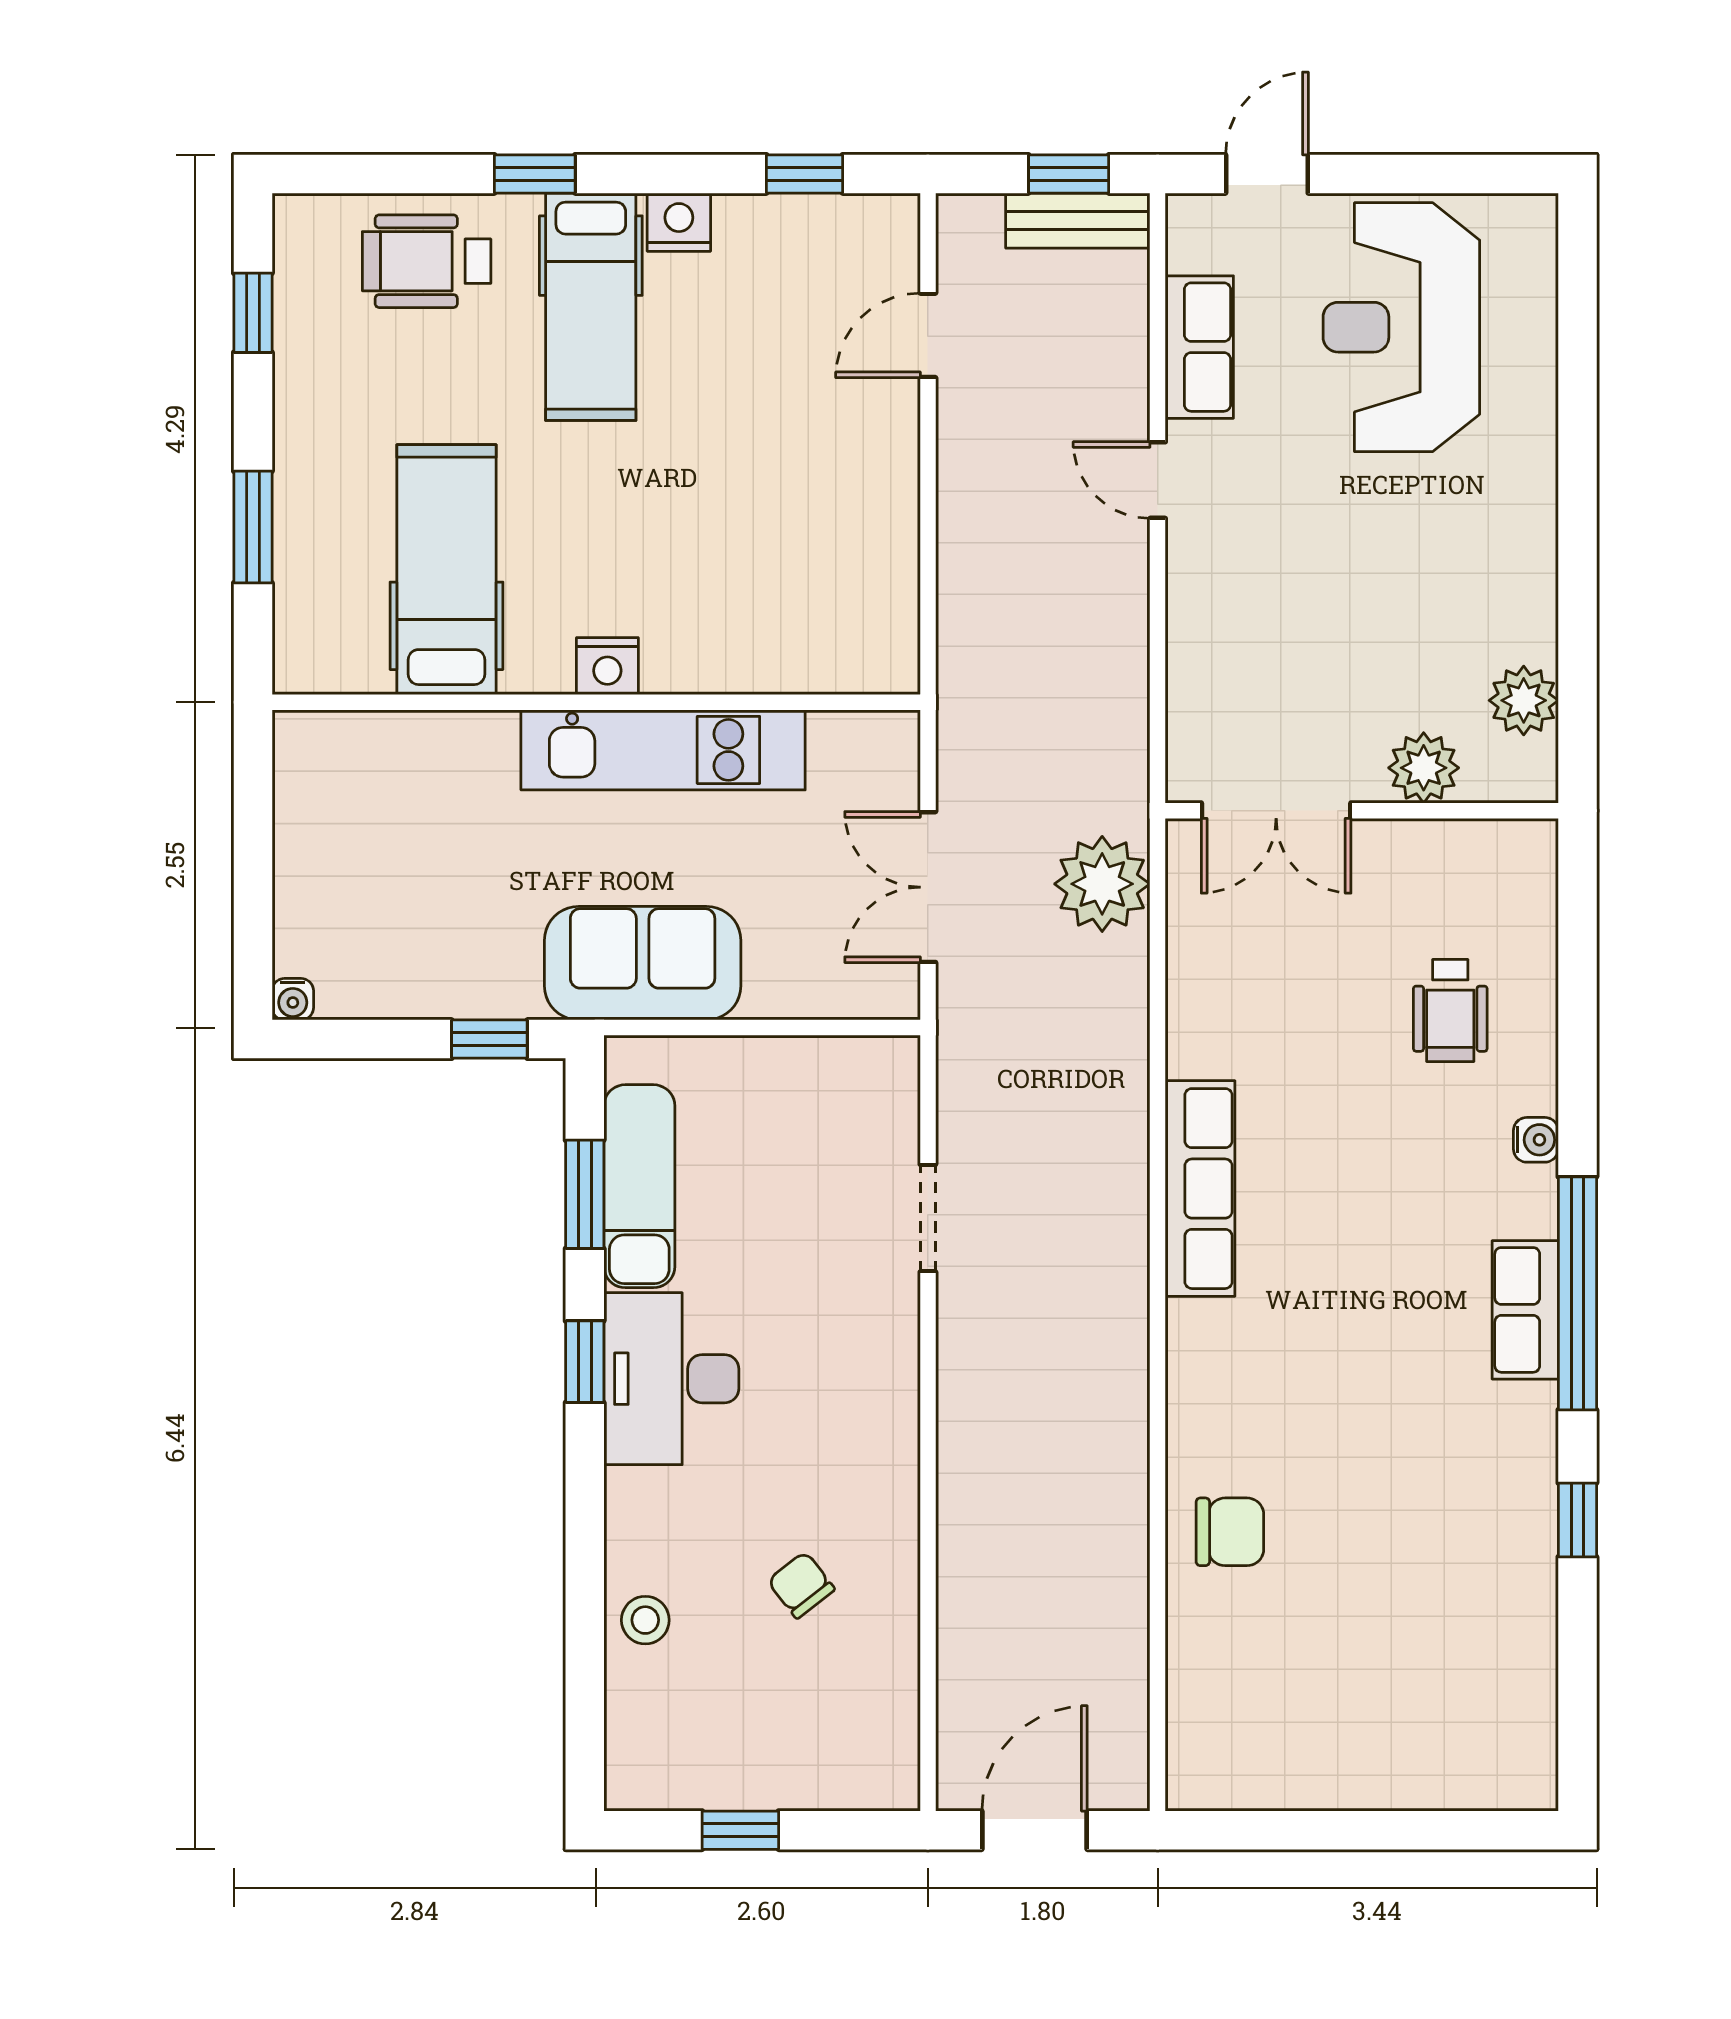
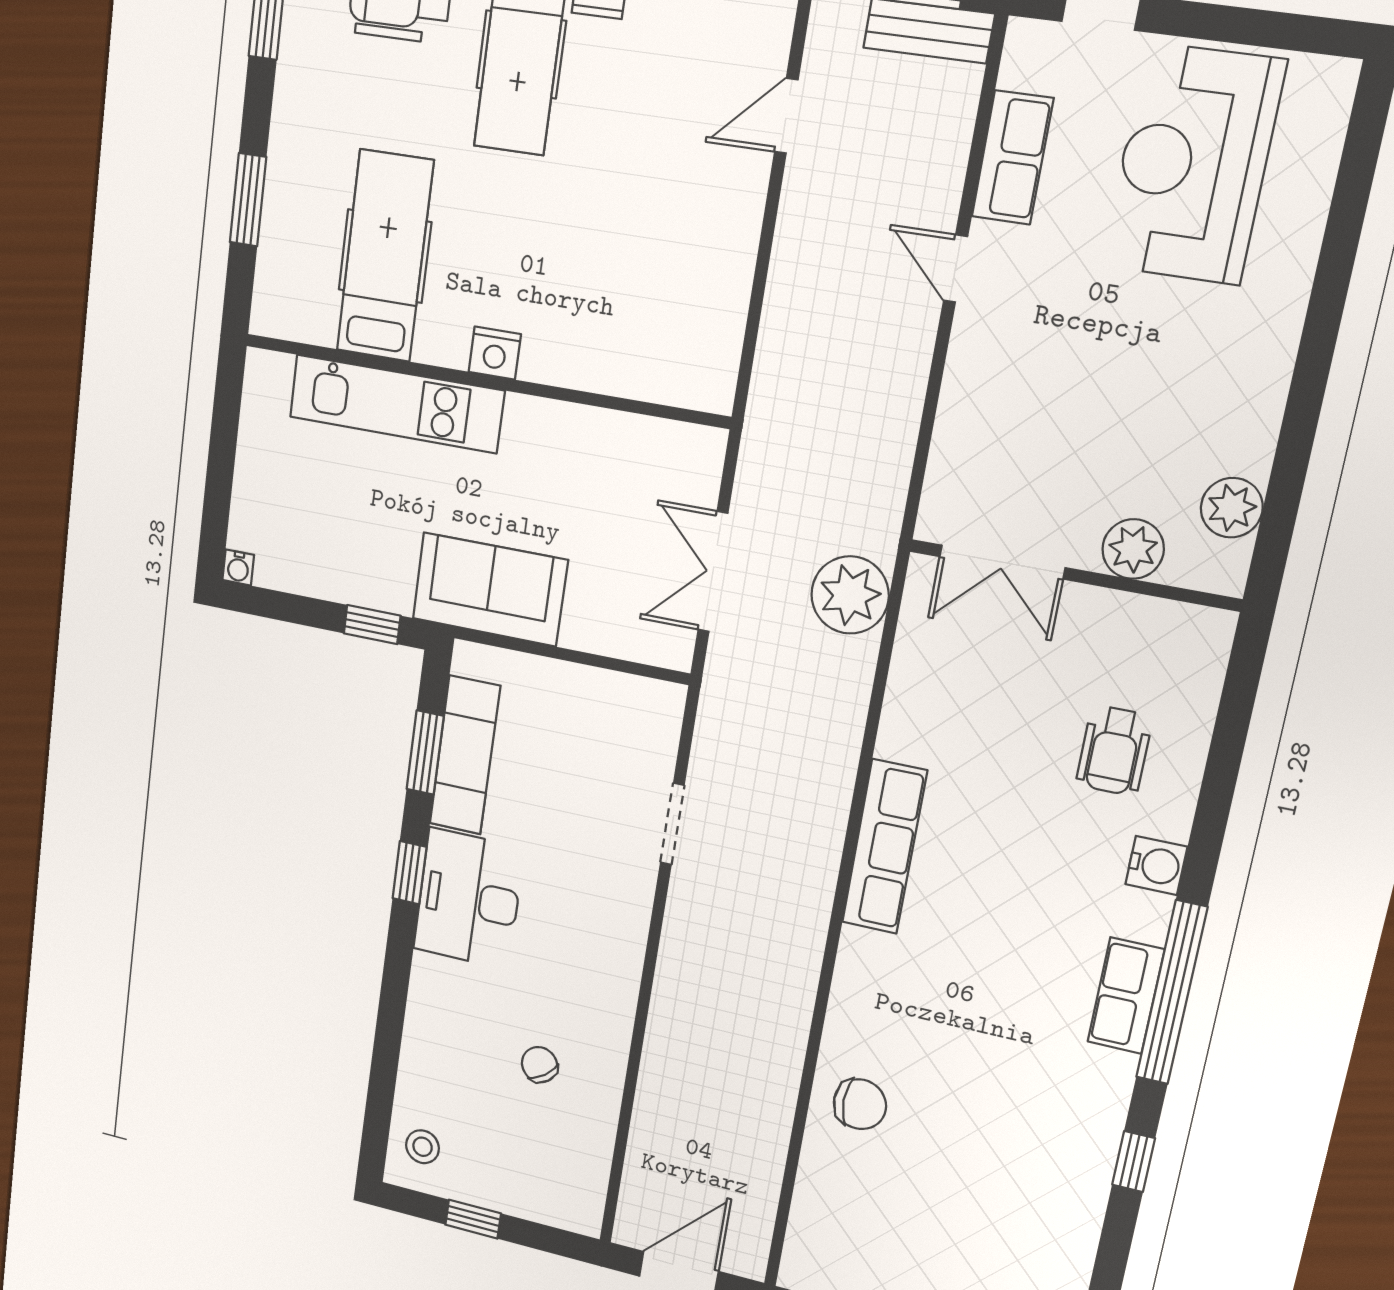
kitchen unit: (663, 750) -> (396, 404), moved
water cooler: (1536, 1140) -> (1156, 865), width x1.38, depth x1.38
stool: (645, 1620) -> (423, 1147), moved

